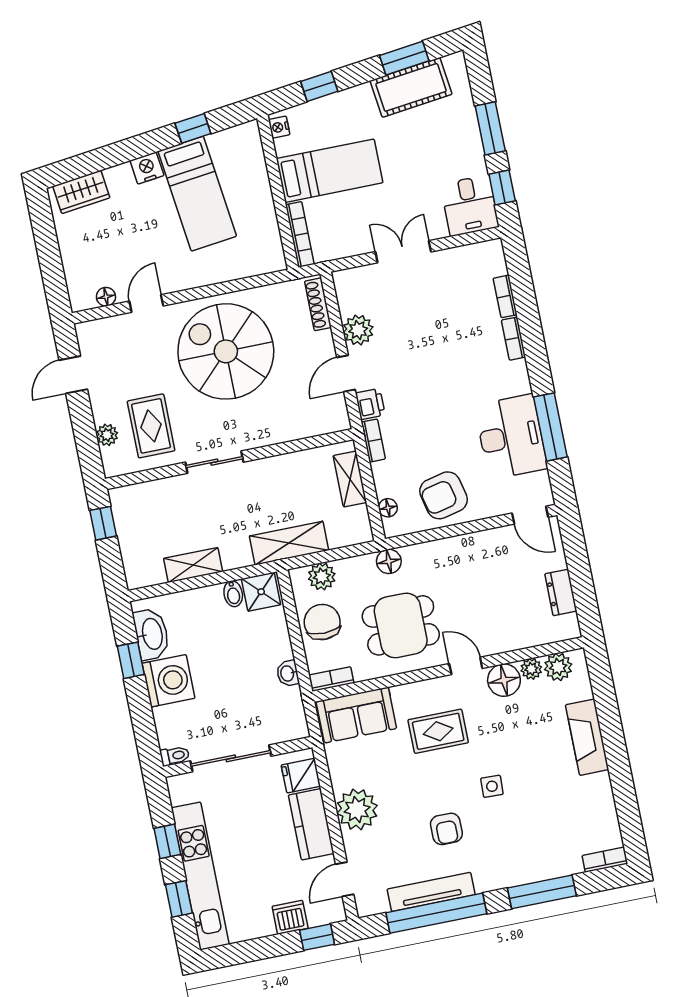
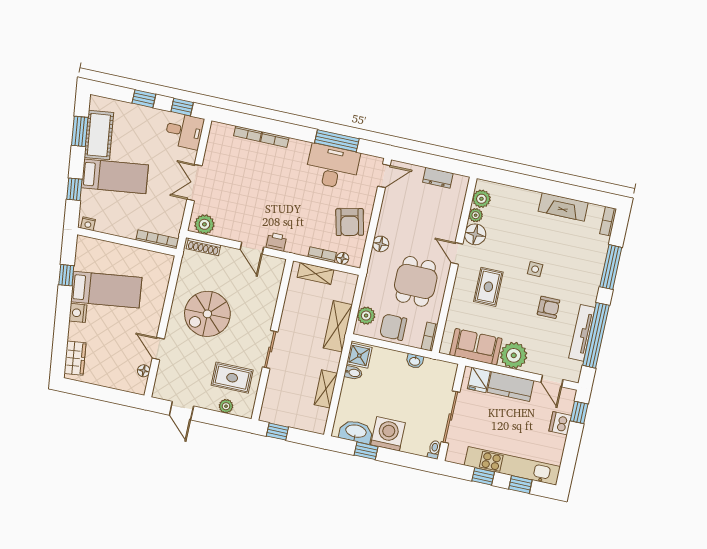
window: (490, 128) -> (144, 99), width x0.67
bed: (330, 171) -> (115, 176), moved, turned 83
plant: (358, 330) -> (204, 224), moved
spiral stairs: (226, 351) -> (207, 314), width x0.73, depth x0.73
bookcase: (373, 441) -> (322, 255), moved
floor lamp: (389, 561) -> (381, 244), moved
door: (466, 666) -> (457, 253), hinge flipped
sofa: (356, 715) -> (476, 347), moved, turned -90
fireplace: (587, 737) -> (563, 207), moved

